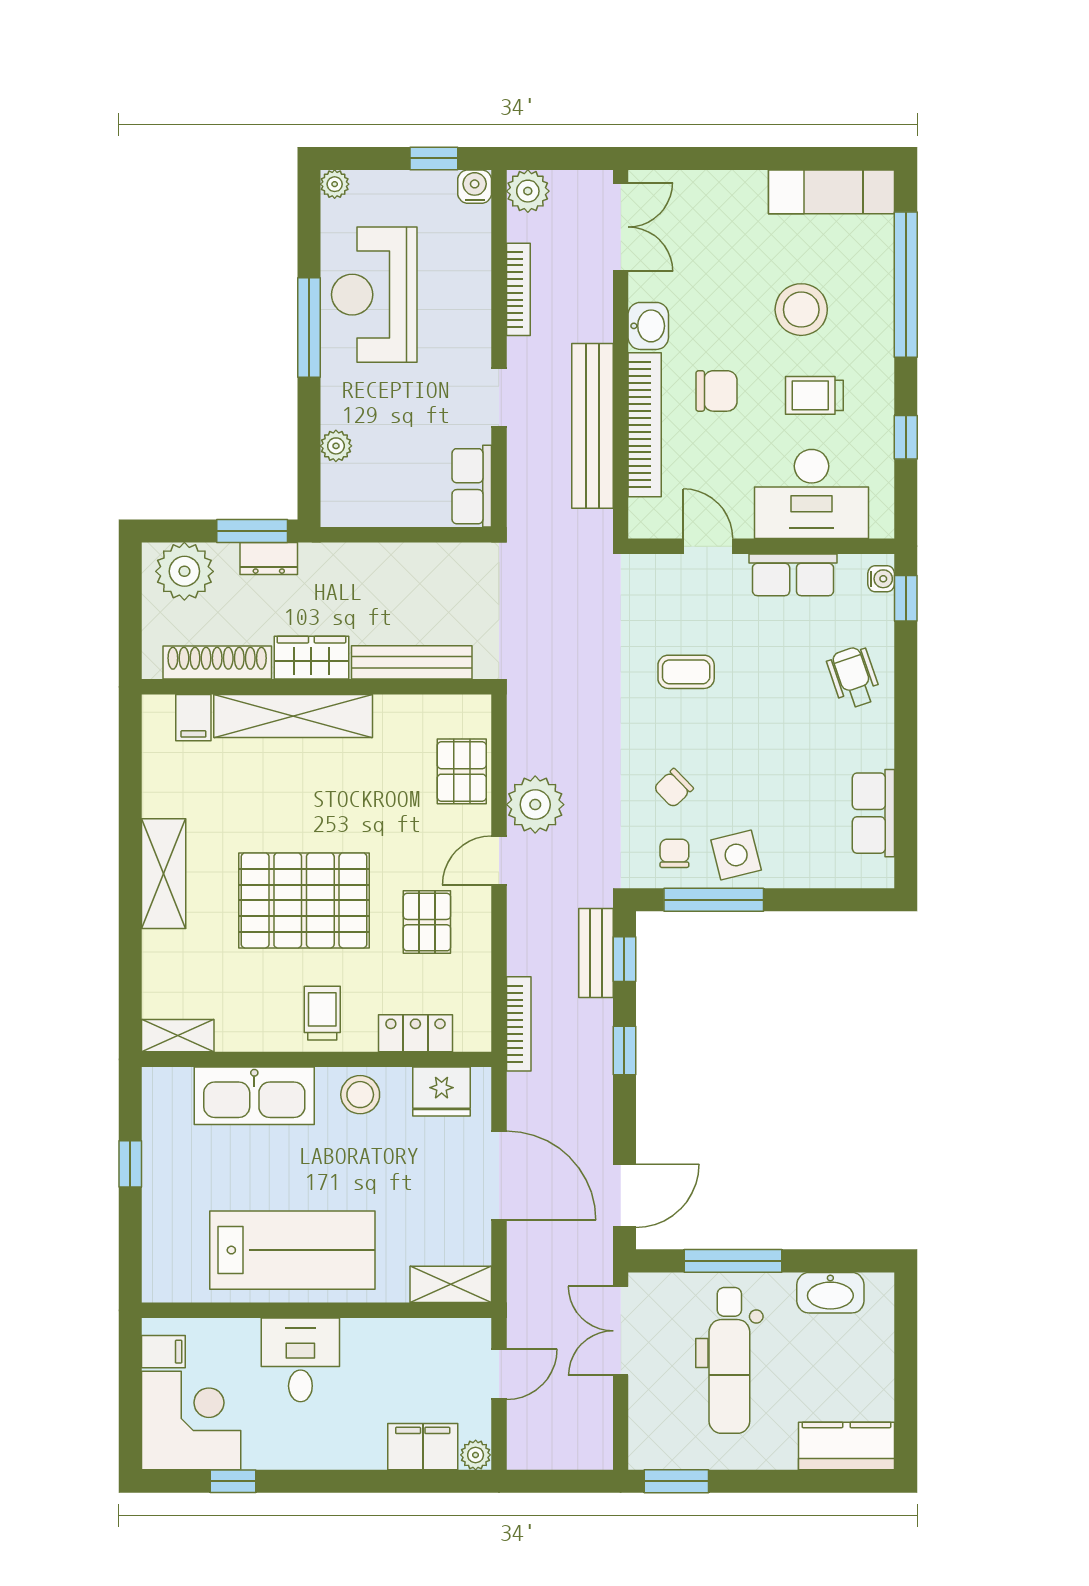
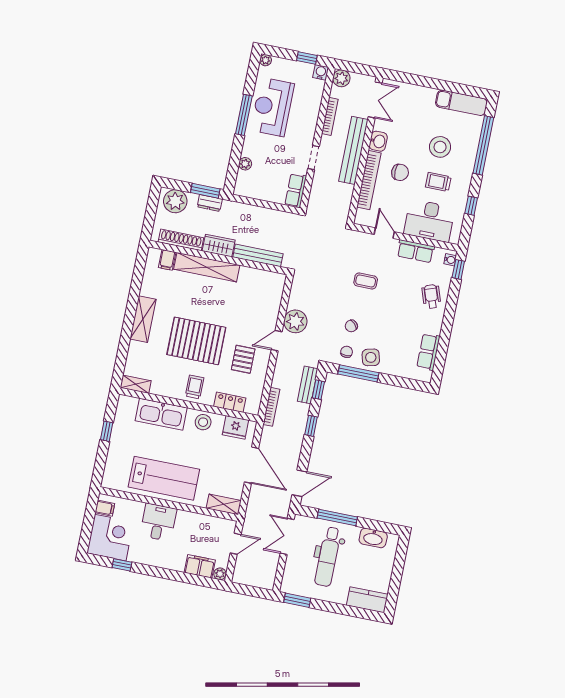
bench: (593, 426) -> (353, 150), moved
pallet: (462, 771) -> (269, 302), removed

